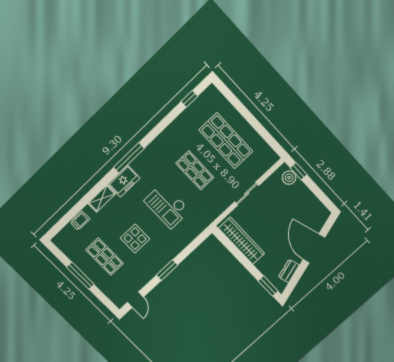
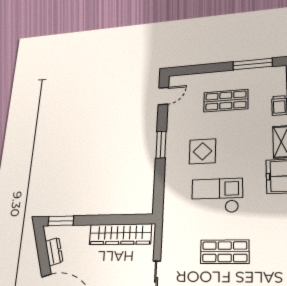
display table: (135, 239) -> (202, 151), moved
window: (80, 276) -> (253, 64), moved
door: (135, 300) -> (163, 96), swing flipped

